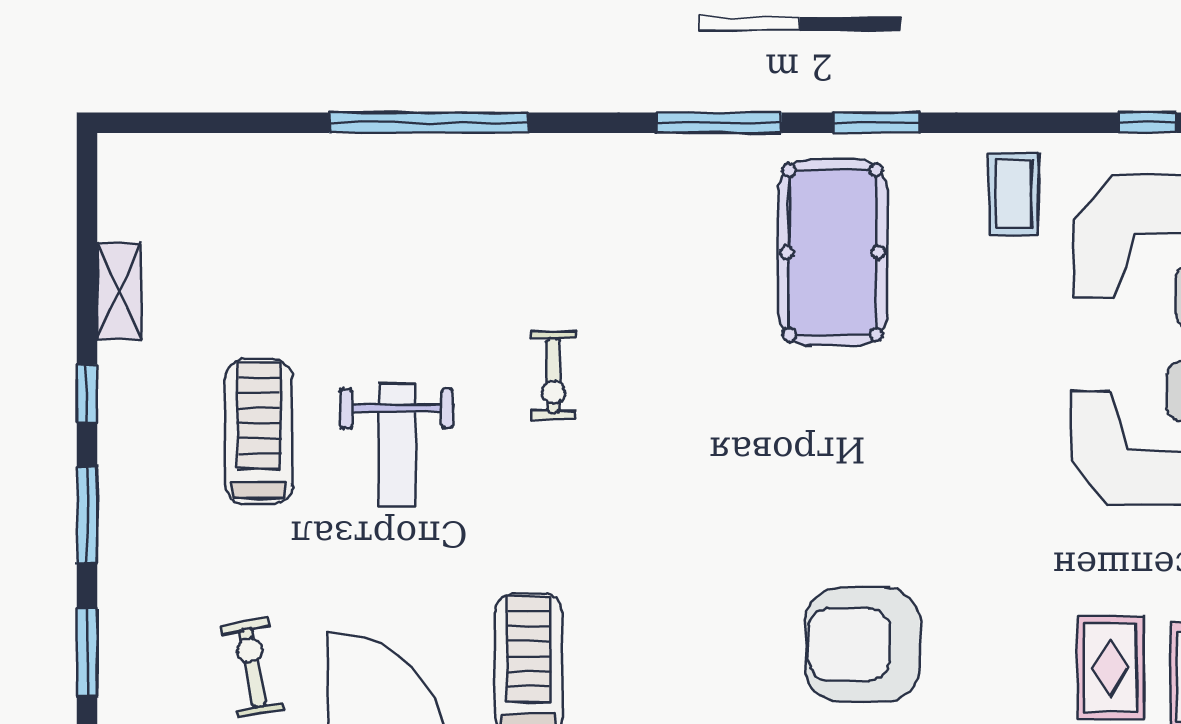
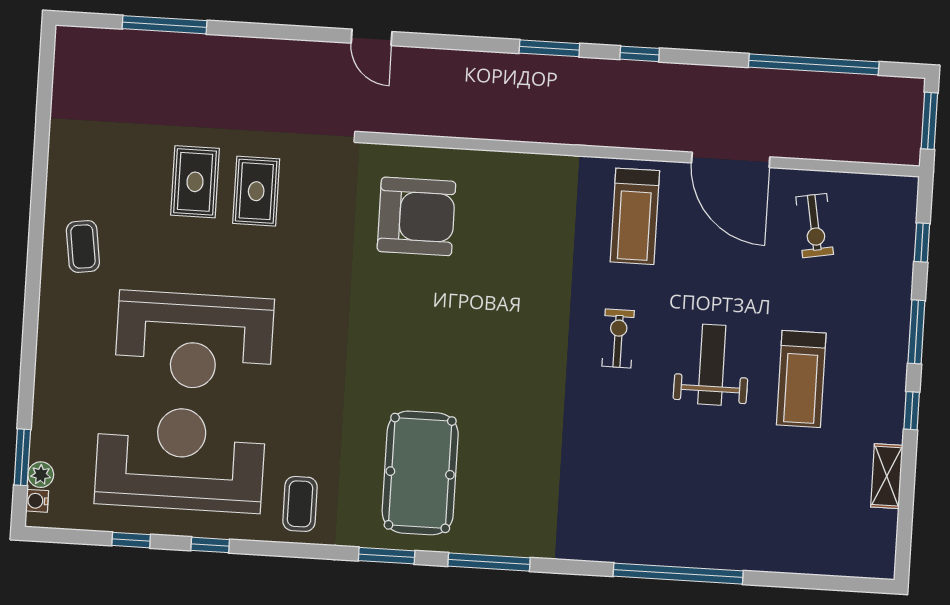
exercise bike: (553, 375) -> (618, 338), moved
window: (87, 652) -> (922, 243), width x0.67

